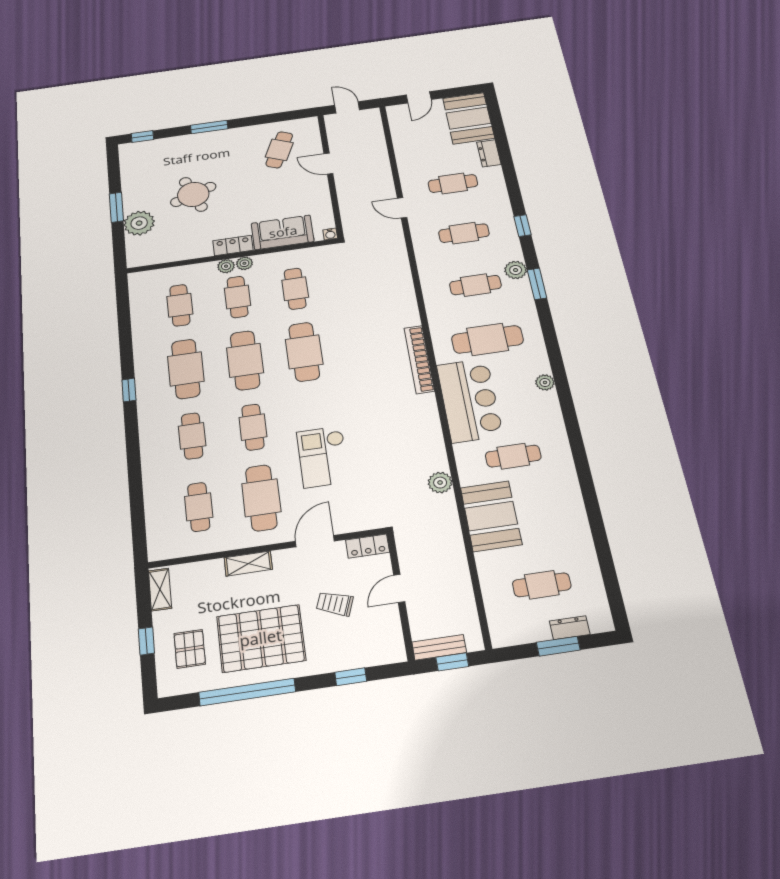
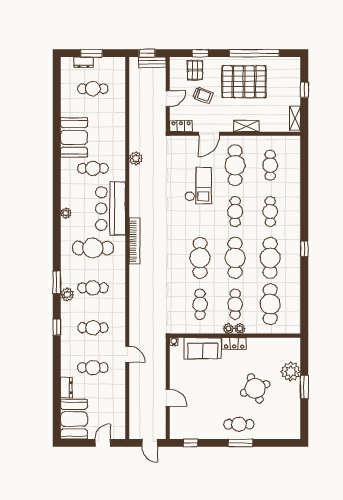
window: (142, 136) -> (190, 443), moved
cafe table: (279, 150) -> (239, 424), moved, turned 67
cafe table: (180, 305) -> (270, 304), width x1.37, depth x1.35
booth: (491, 516) -> (74, 137), moved
pallet: (190, 649) -> (195, 70), moved

